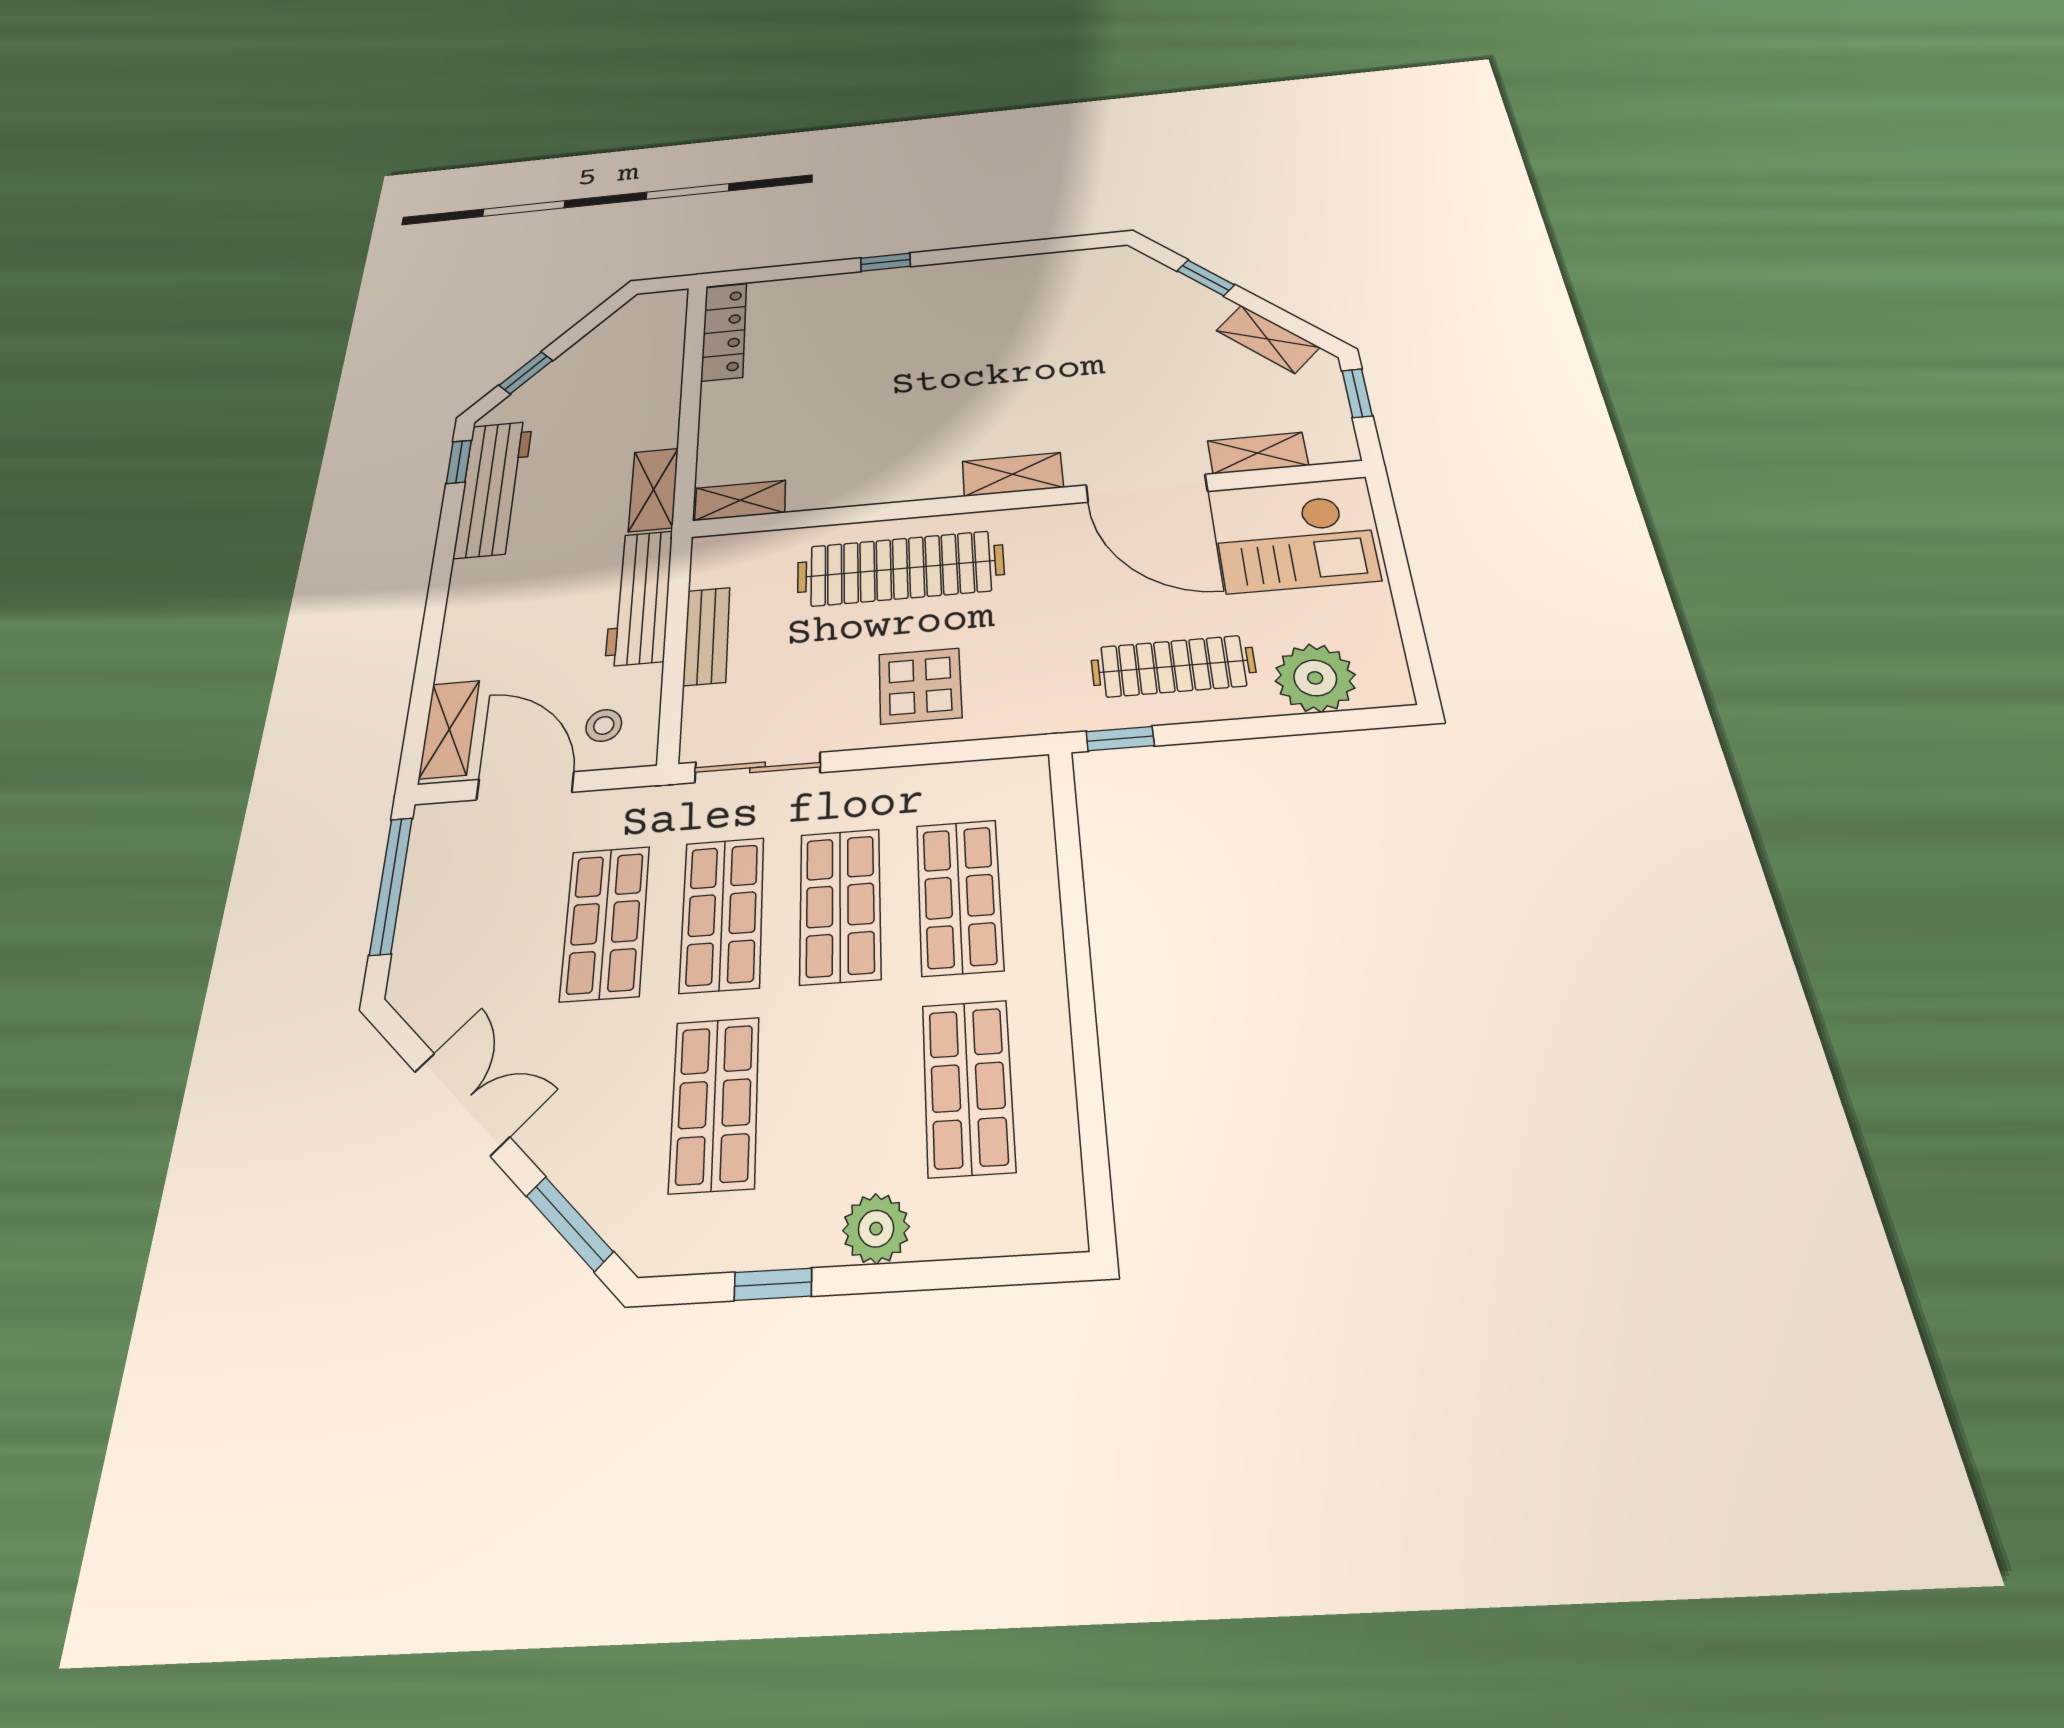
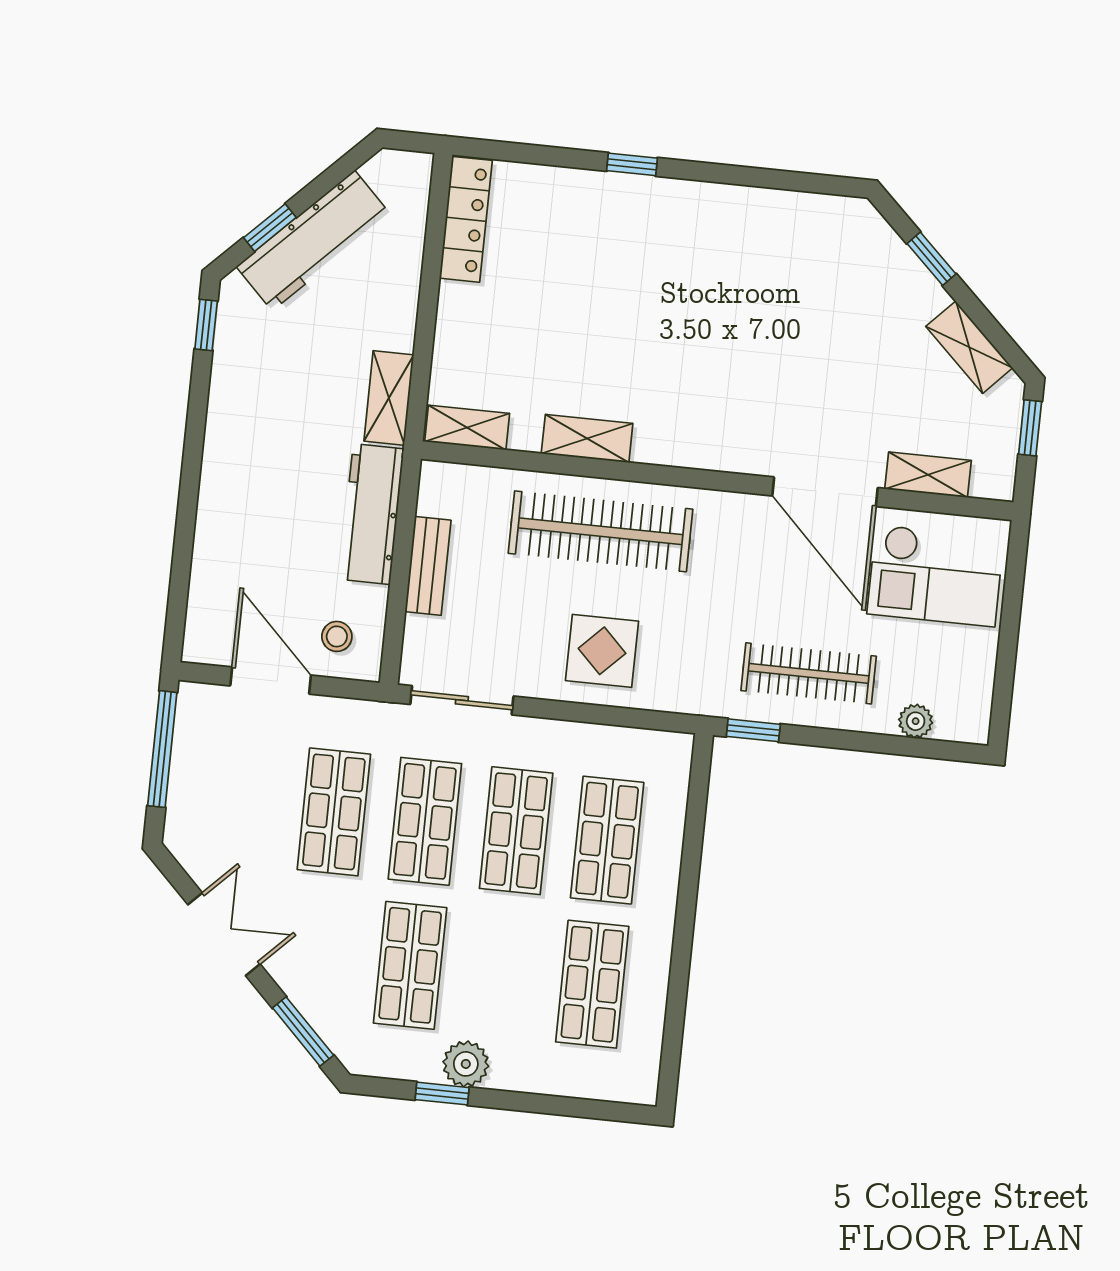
shelving: (1013, 474) -> (587, 439), moved
workbench: (494, 488) -> (313, 241), moved, turned 45
plant: (1315, 678) -> (916, 721), width x0.53, depth x0.53
shelving: (449, 729) -> (205, 614), removed
plant: (876, 1229) -> (466, 1064), moved

